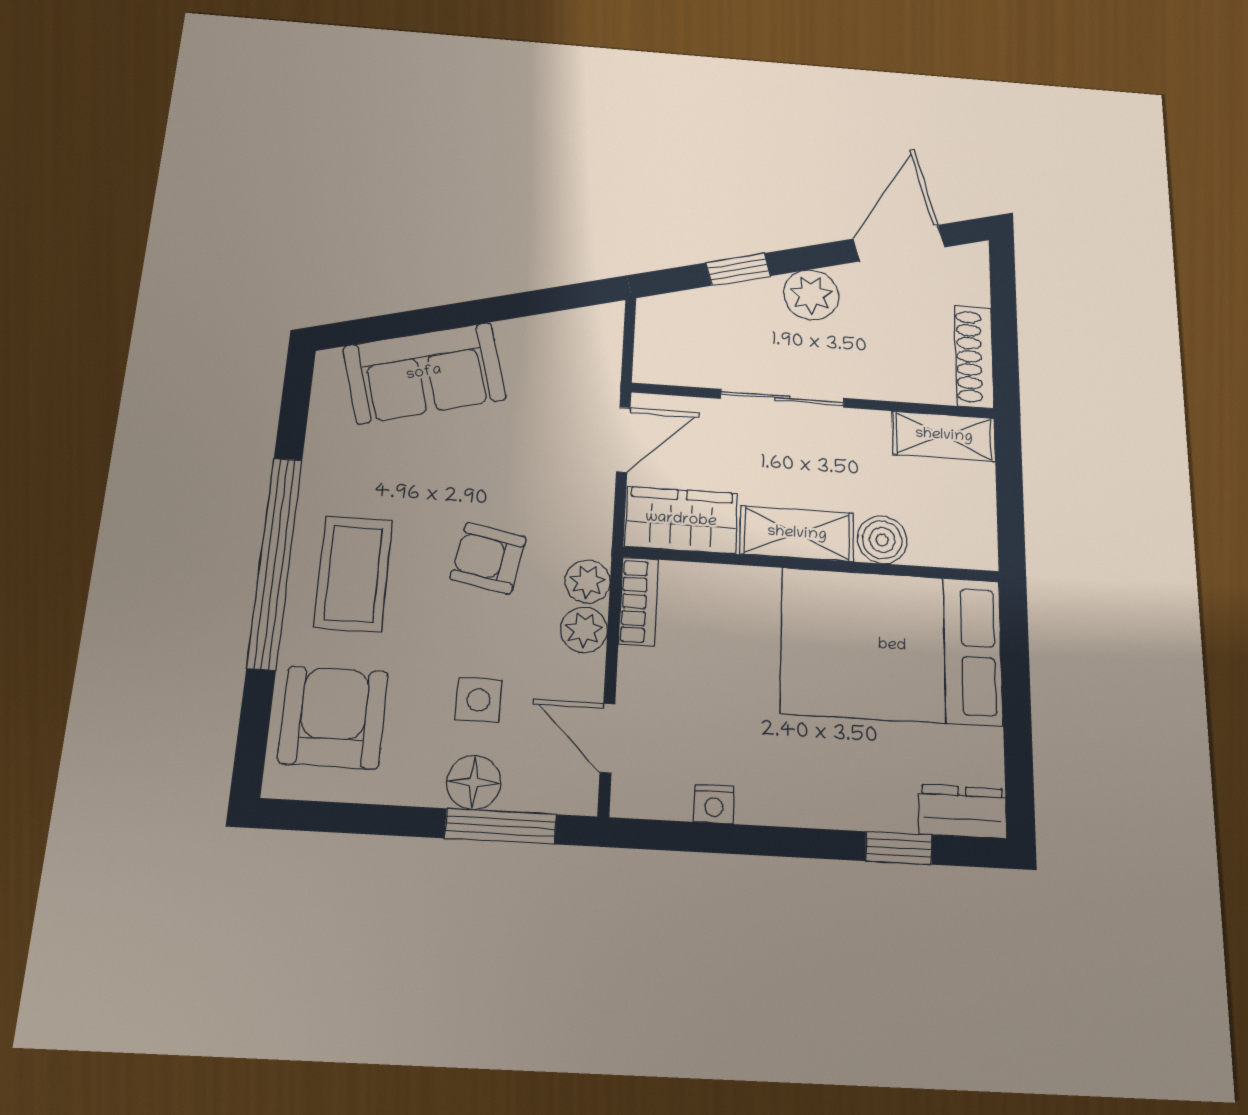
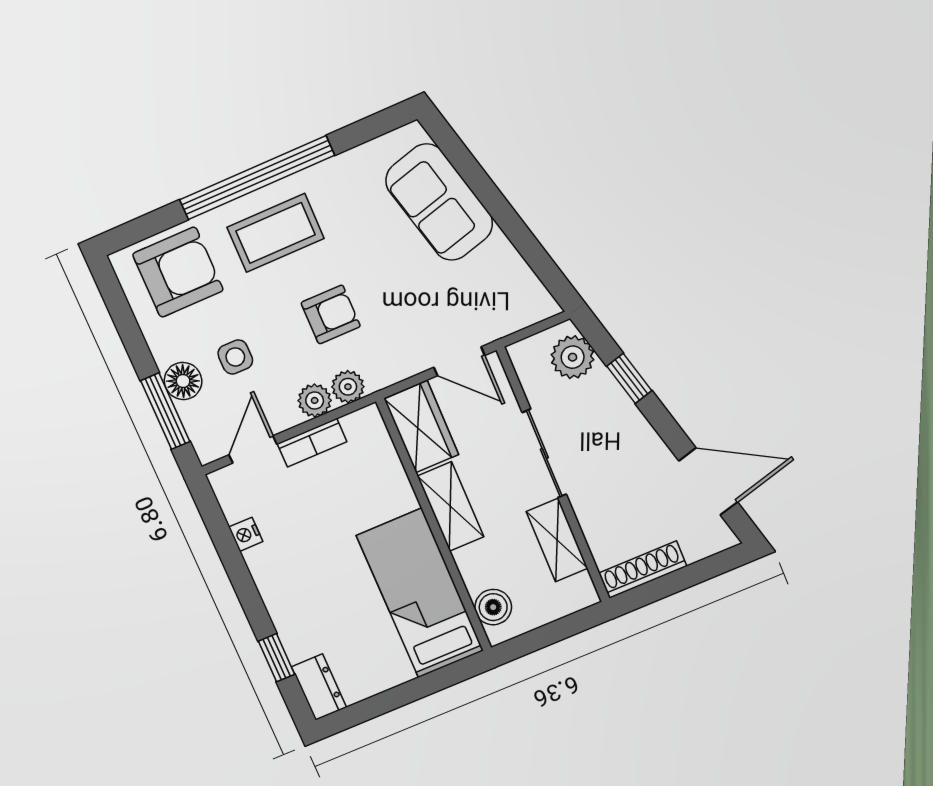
plant: (811, 295) -> (573, 357), moved
shelving: (944, 436) -> (557, 540), moved
boiler: (882, 540) -> (493, 607), moved
armchair: (488, 558) -> (331, 314), turned 79
bookcase: (638, 601) -> (312, 443), moved
bed: (892, 646) -> (420, 593), width x0.67

